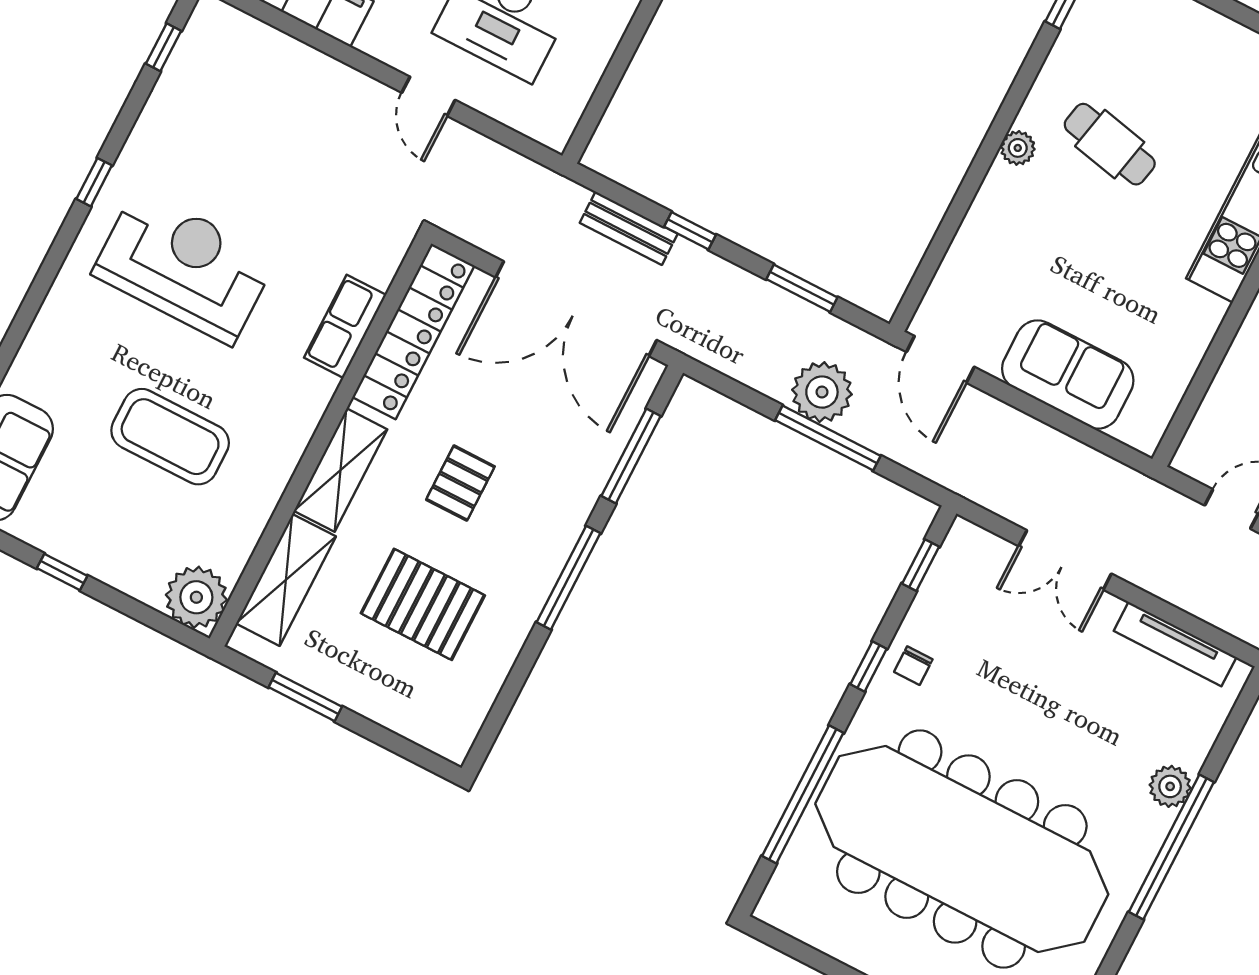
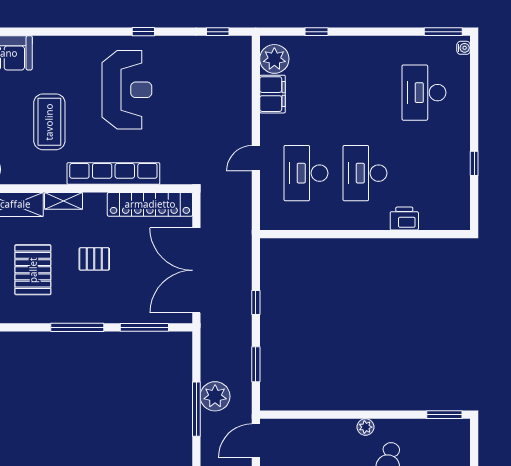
bench: (629, 228) -> (243, 275), removed
row of seats: (345, 326) -> (113, 173), width x2.02
shelving: (341, 470) -> (64, 201), width x0.67, depth x0.75

